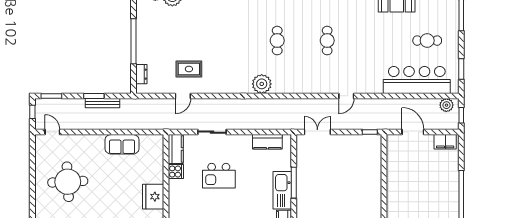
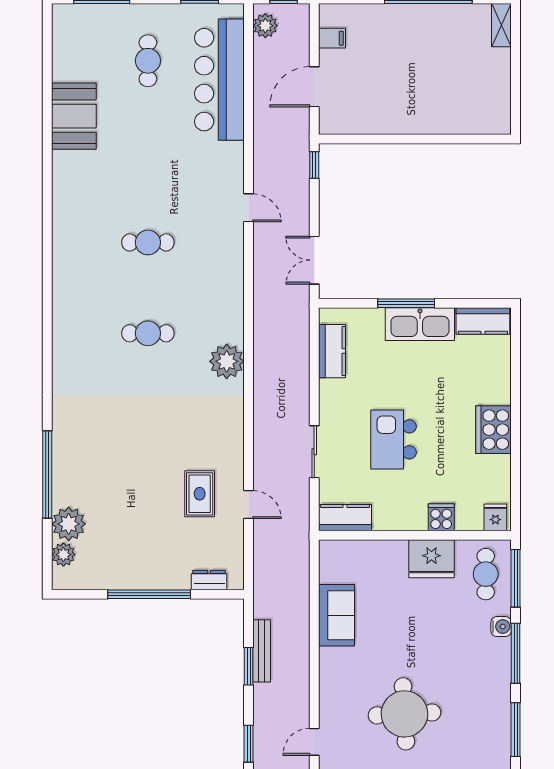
filing cabinet: (445, 142) -> (332, 38), width x0.50
cooker: (176, 172) -> (441, 517), moved
kitchen island: (219, 176) -> (394, 439), turned 180

